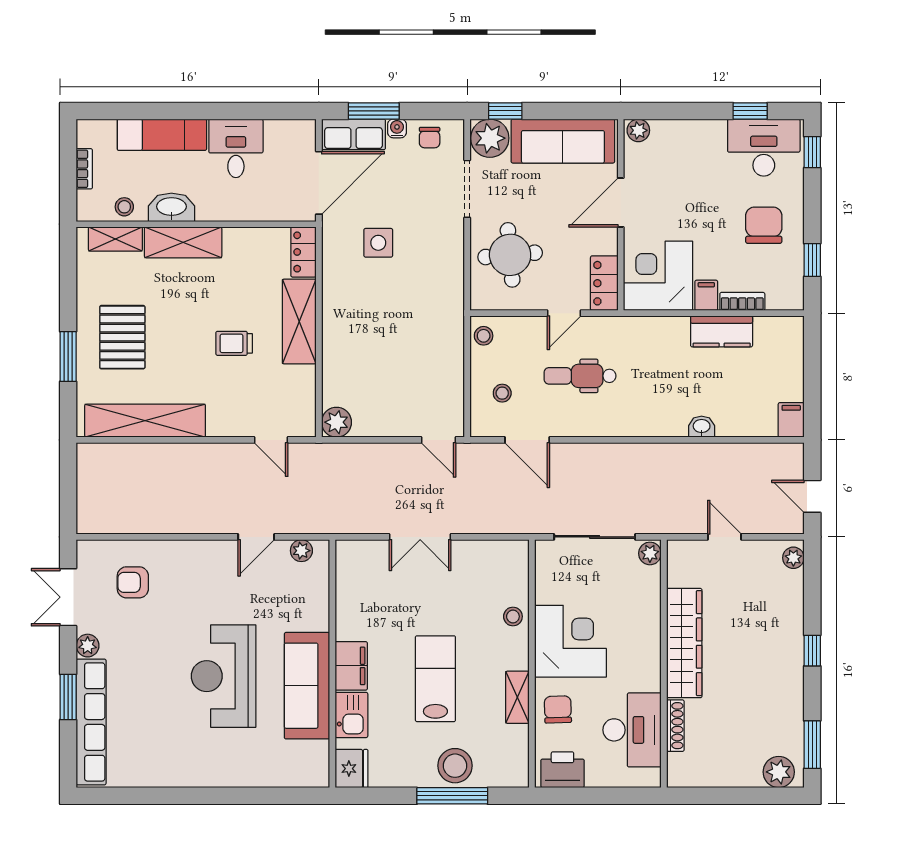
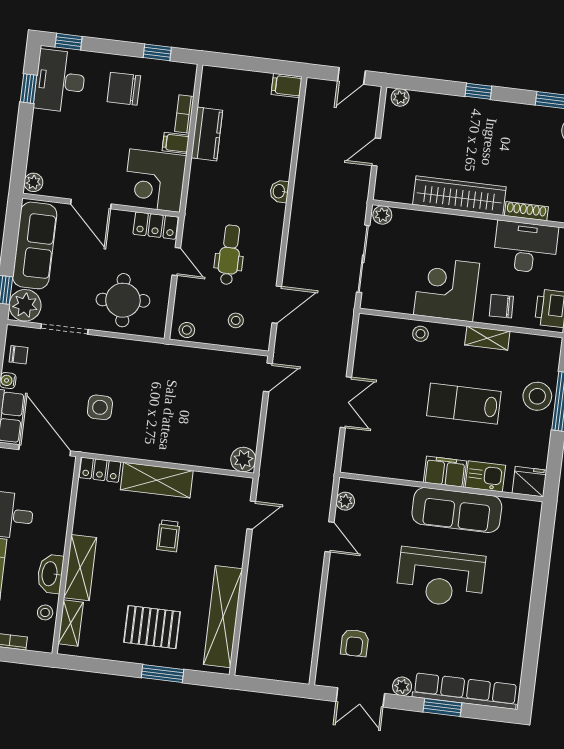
dental chair: (580, 376) -> (229, 255), turned 180
washbasin: (702, 427) -> (279, 191), moved

